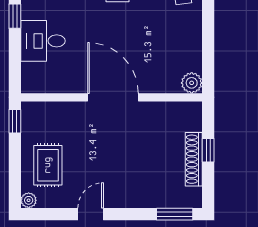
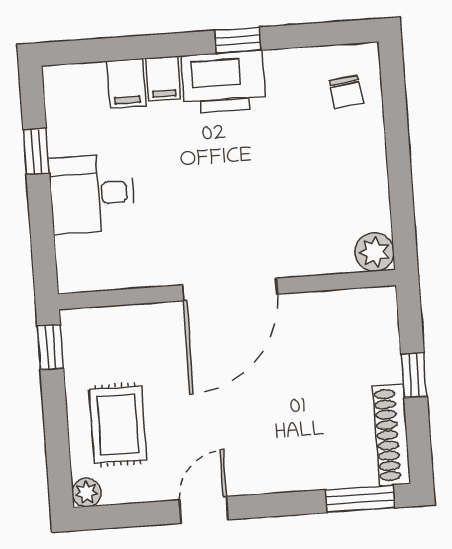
door: (113, 97) -> (230, 289), swing flipped
shoe rack: (194, 159) -> (391, 435), moved

